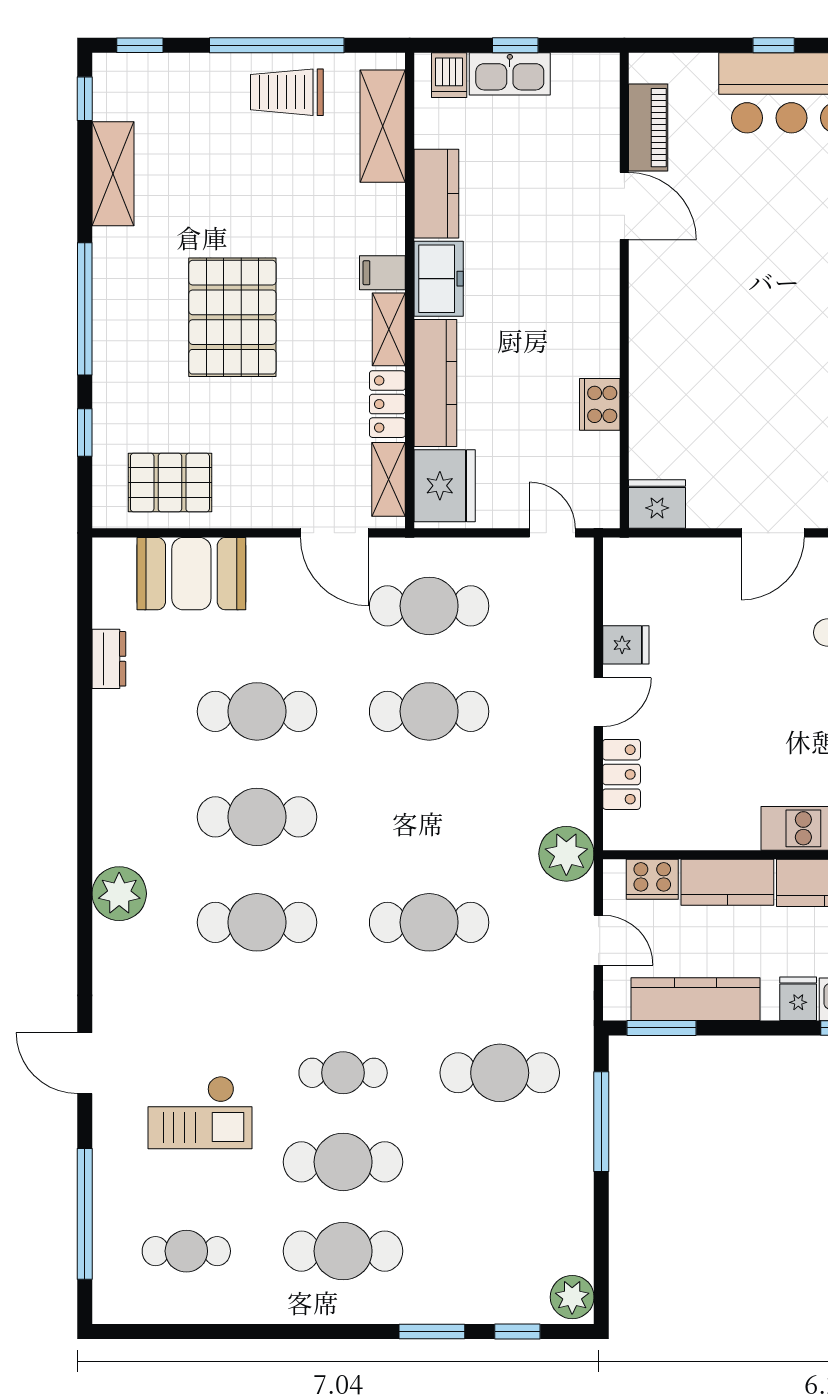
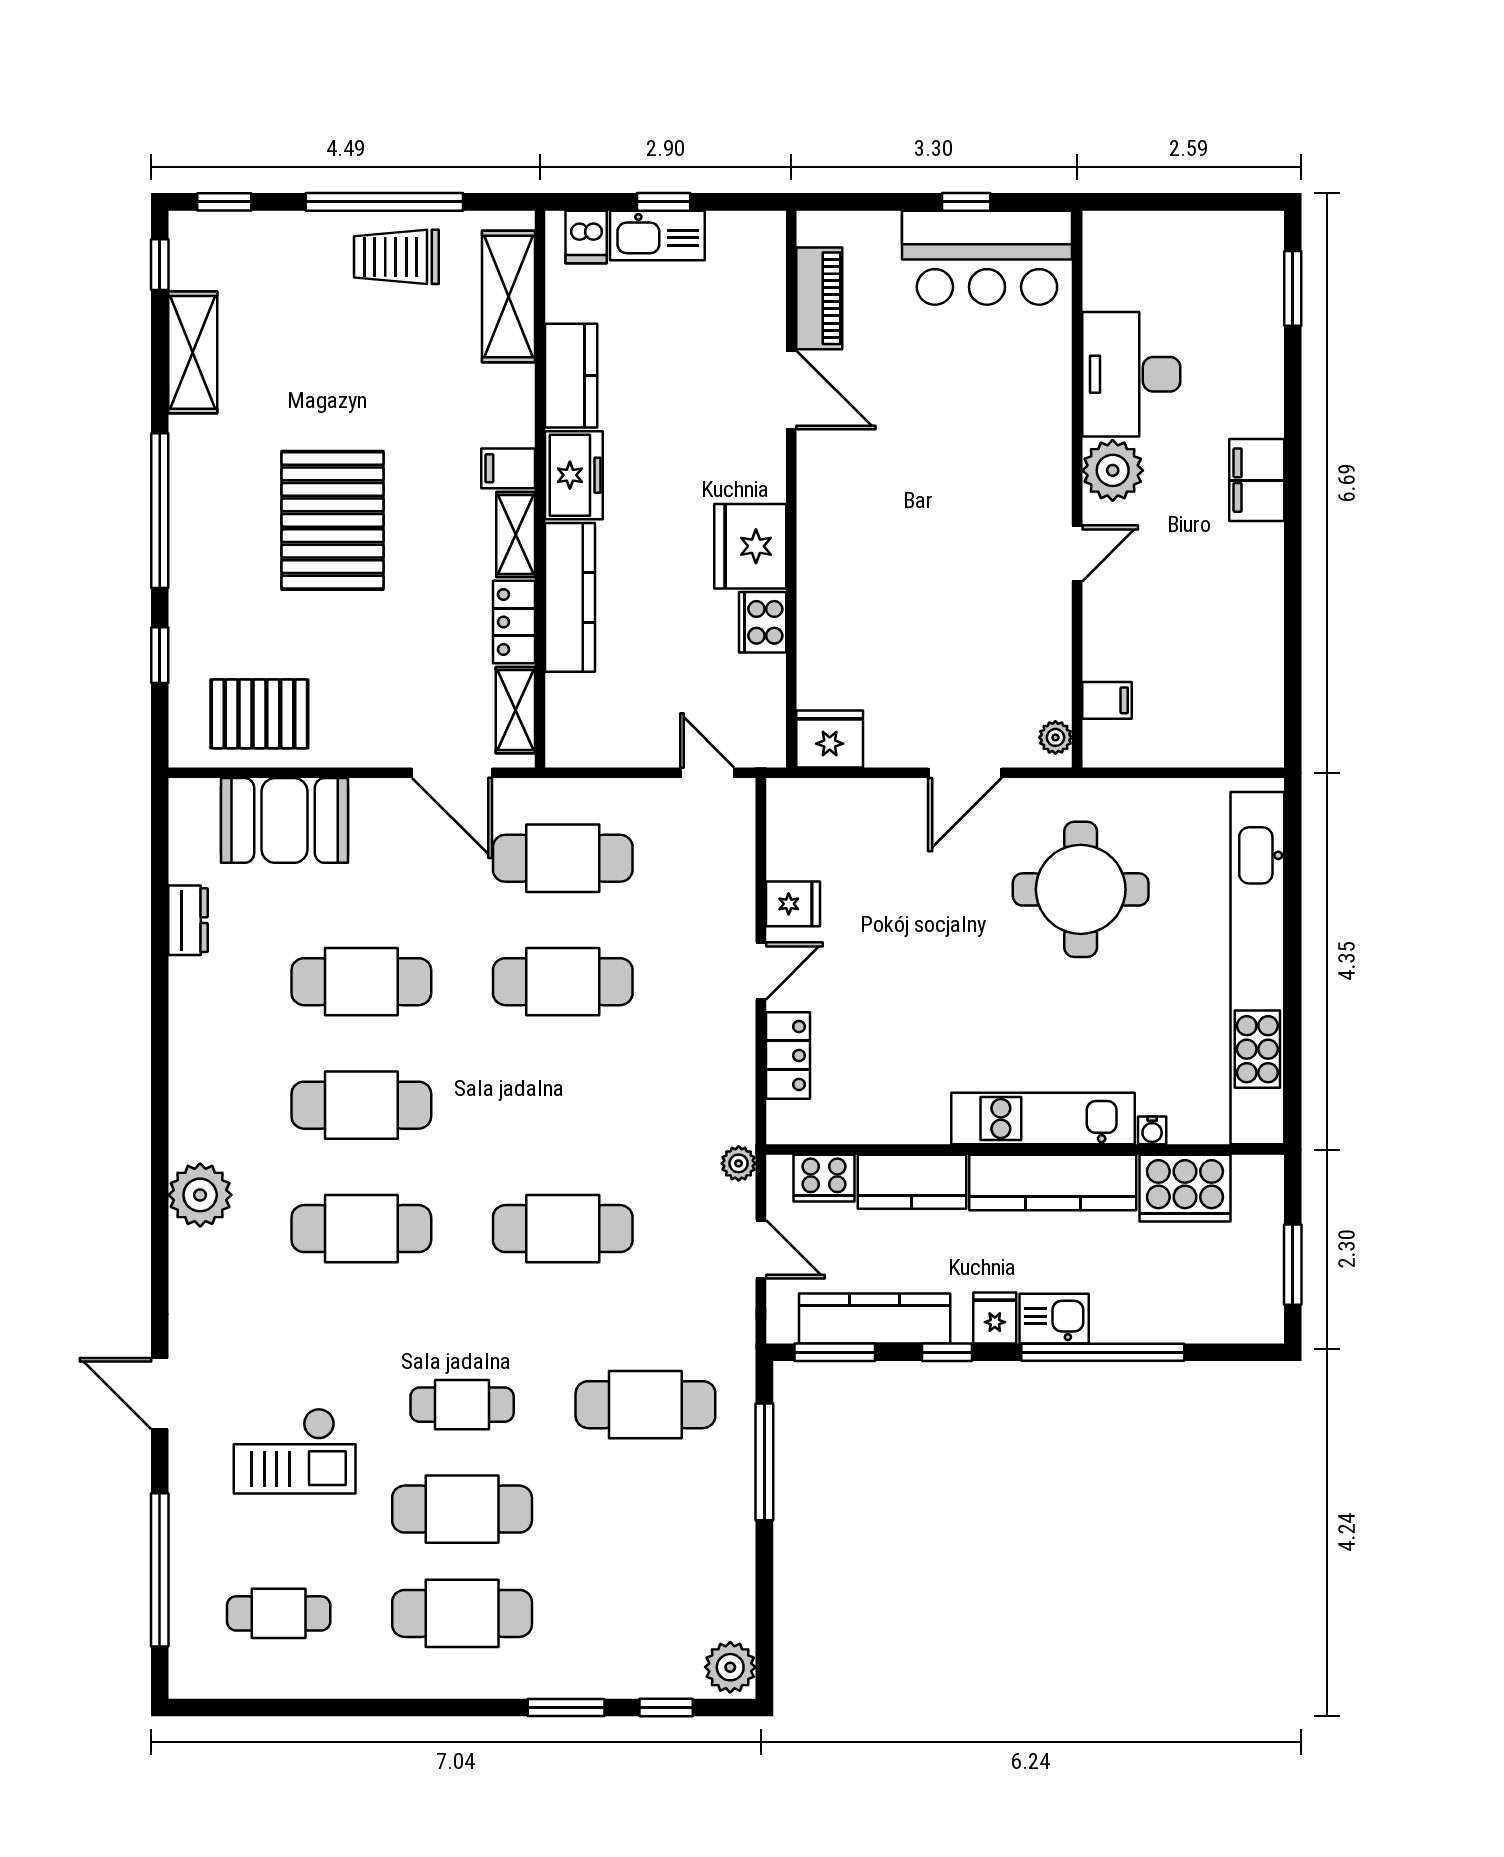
fridge: (445, 486) -> (750, 546), moved, turned 180
plant: (566, 854) -> (739, 1163), width x0.53, depth x0.53
window: (757, 1028) -> (947, 1352), added

